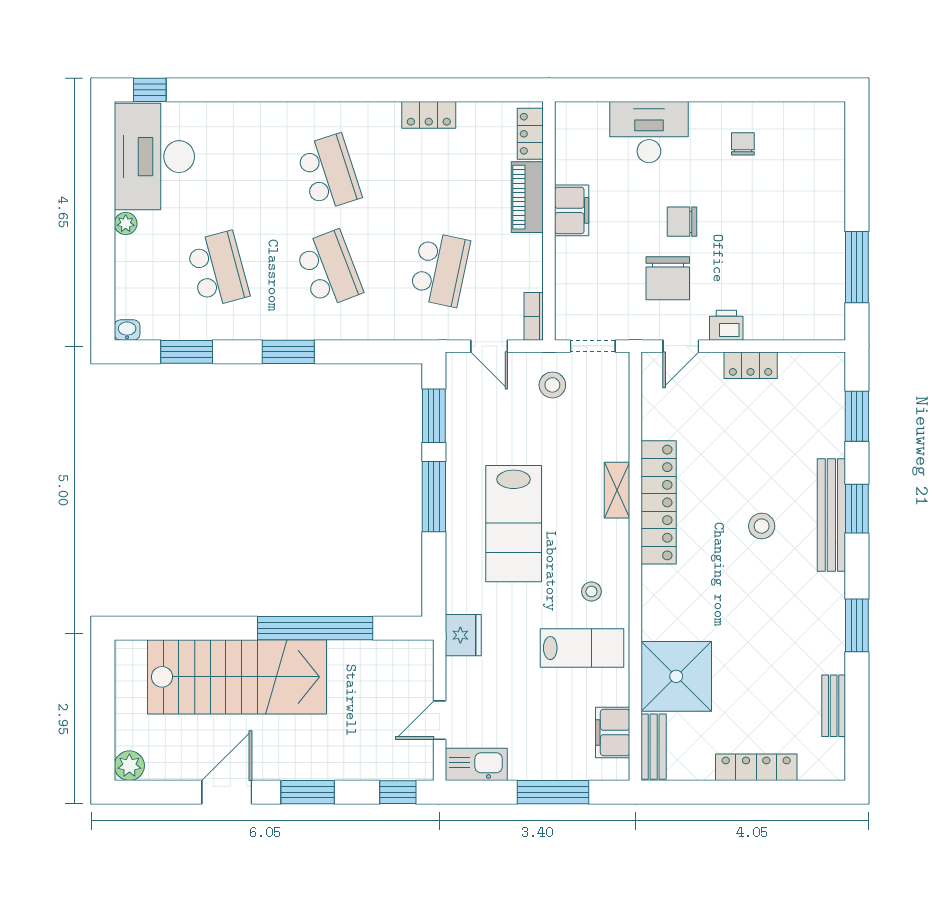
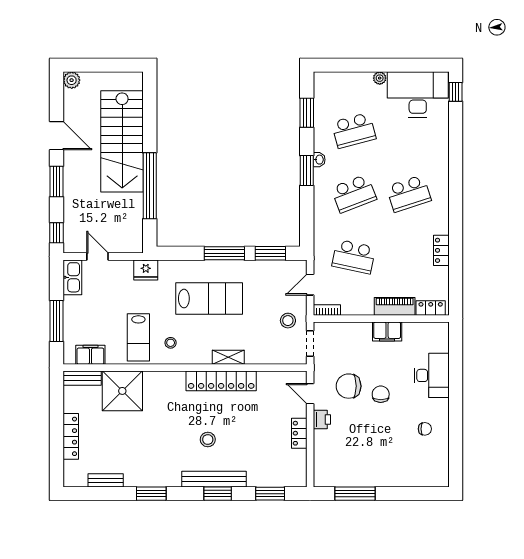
washbasin: (127, 330) -> (319, 160), moved
lab bench: (514, 524) -> (209, 299), turned 180

